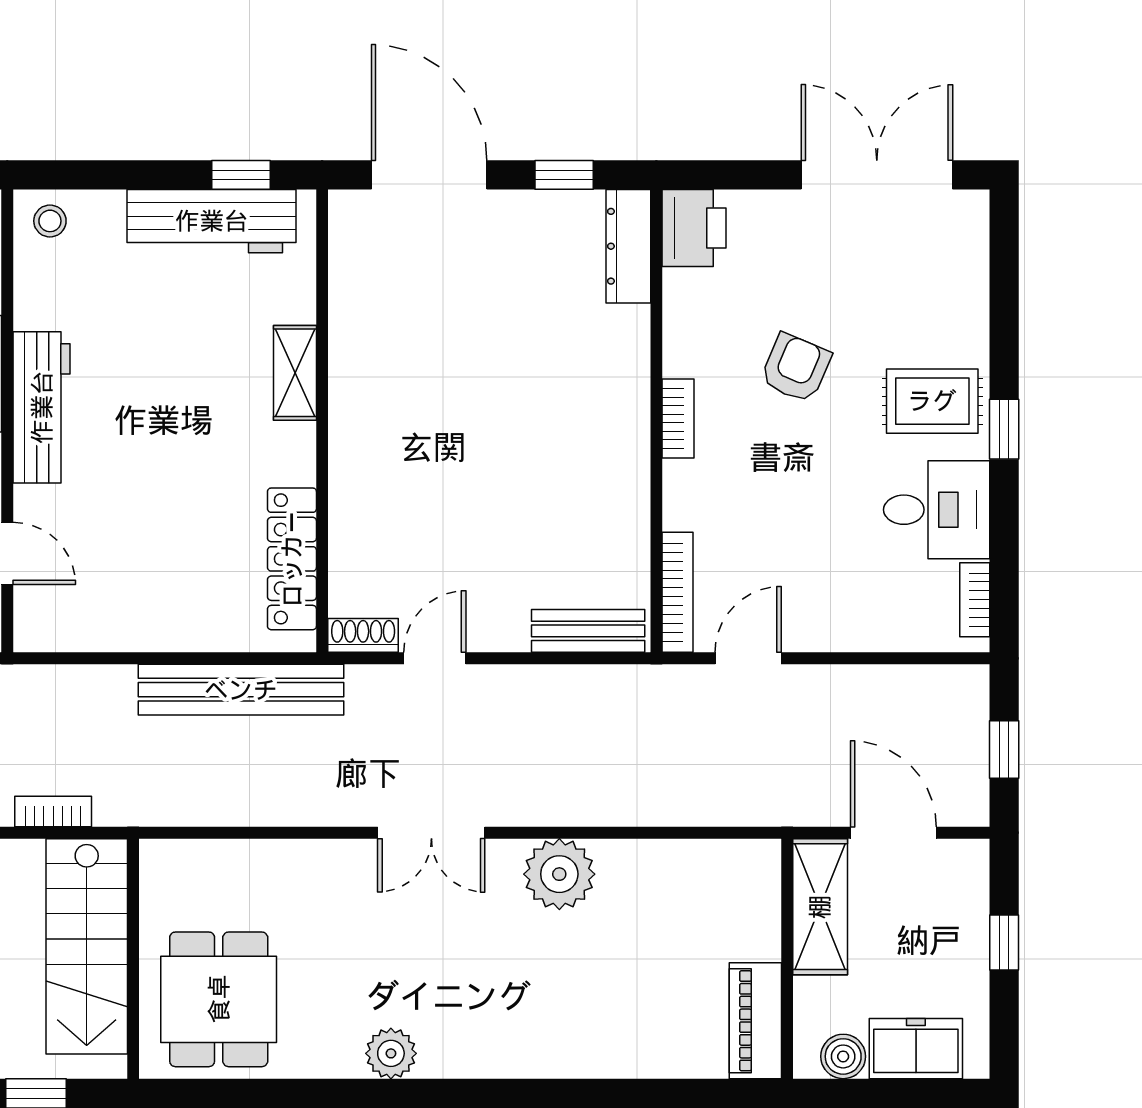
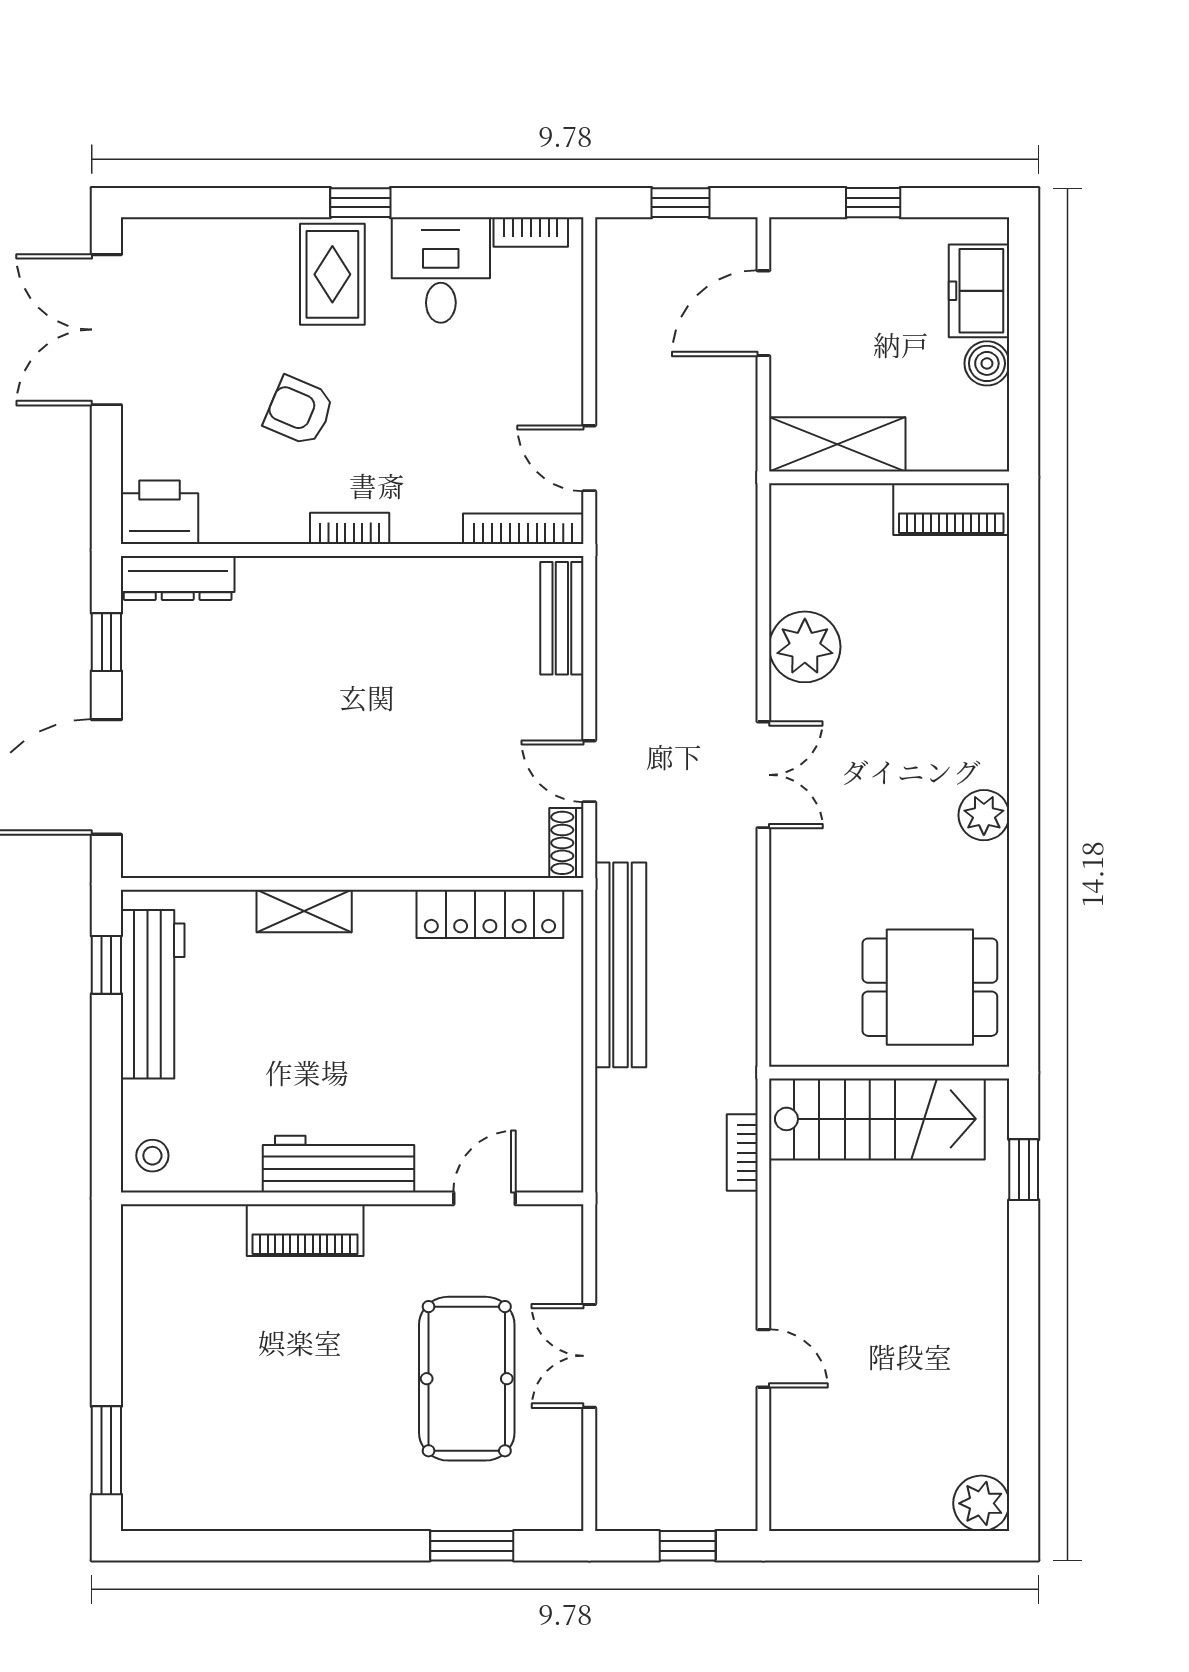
shelving: (820, 907) -> (837, 444), moved
wall: (787, 959) -> (889, 477), moved
piano: (755, 1021) -> (951, 509), moved

